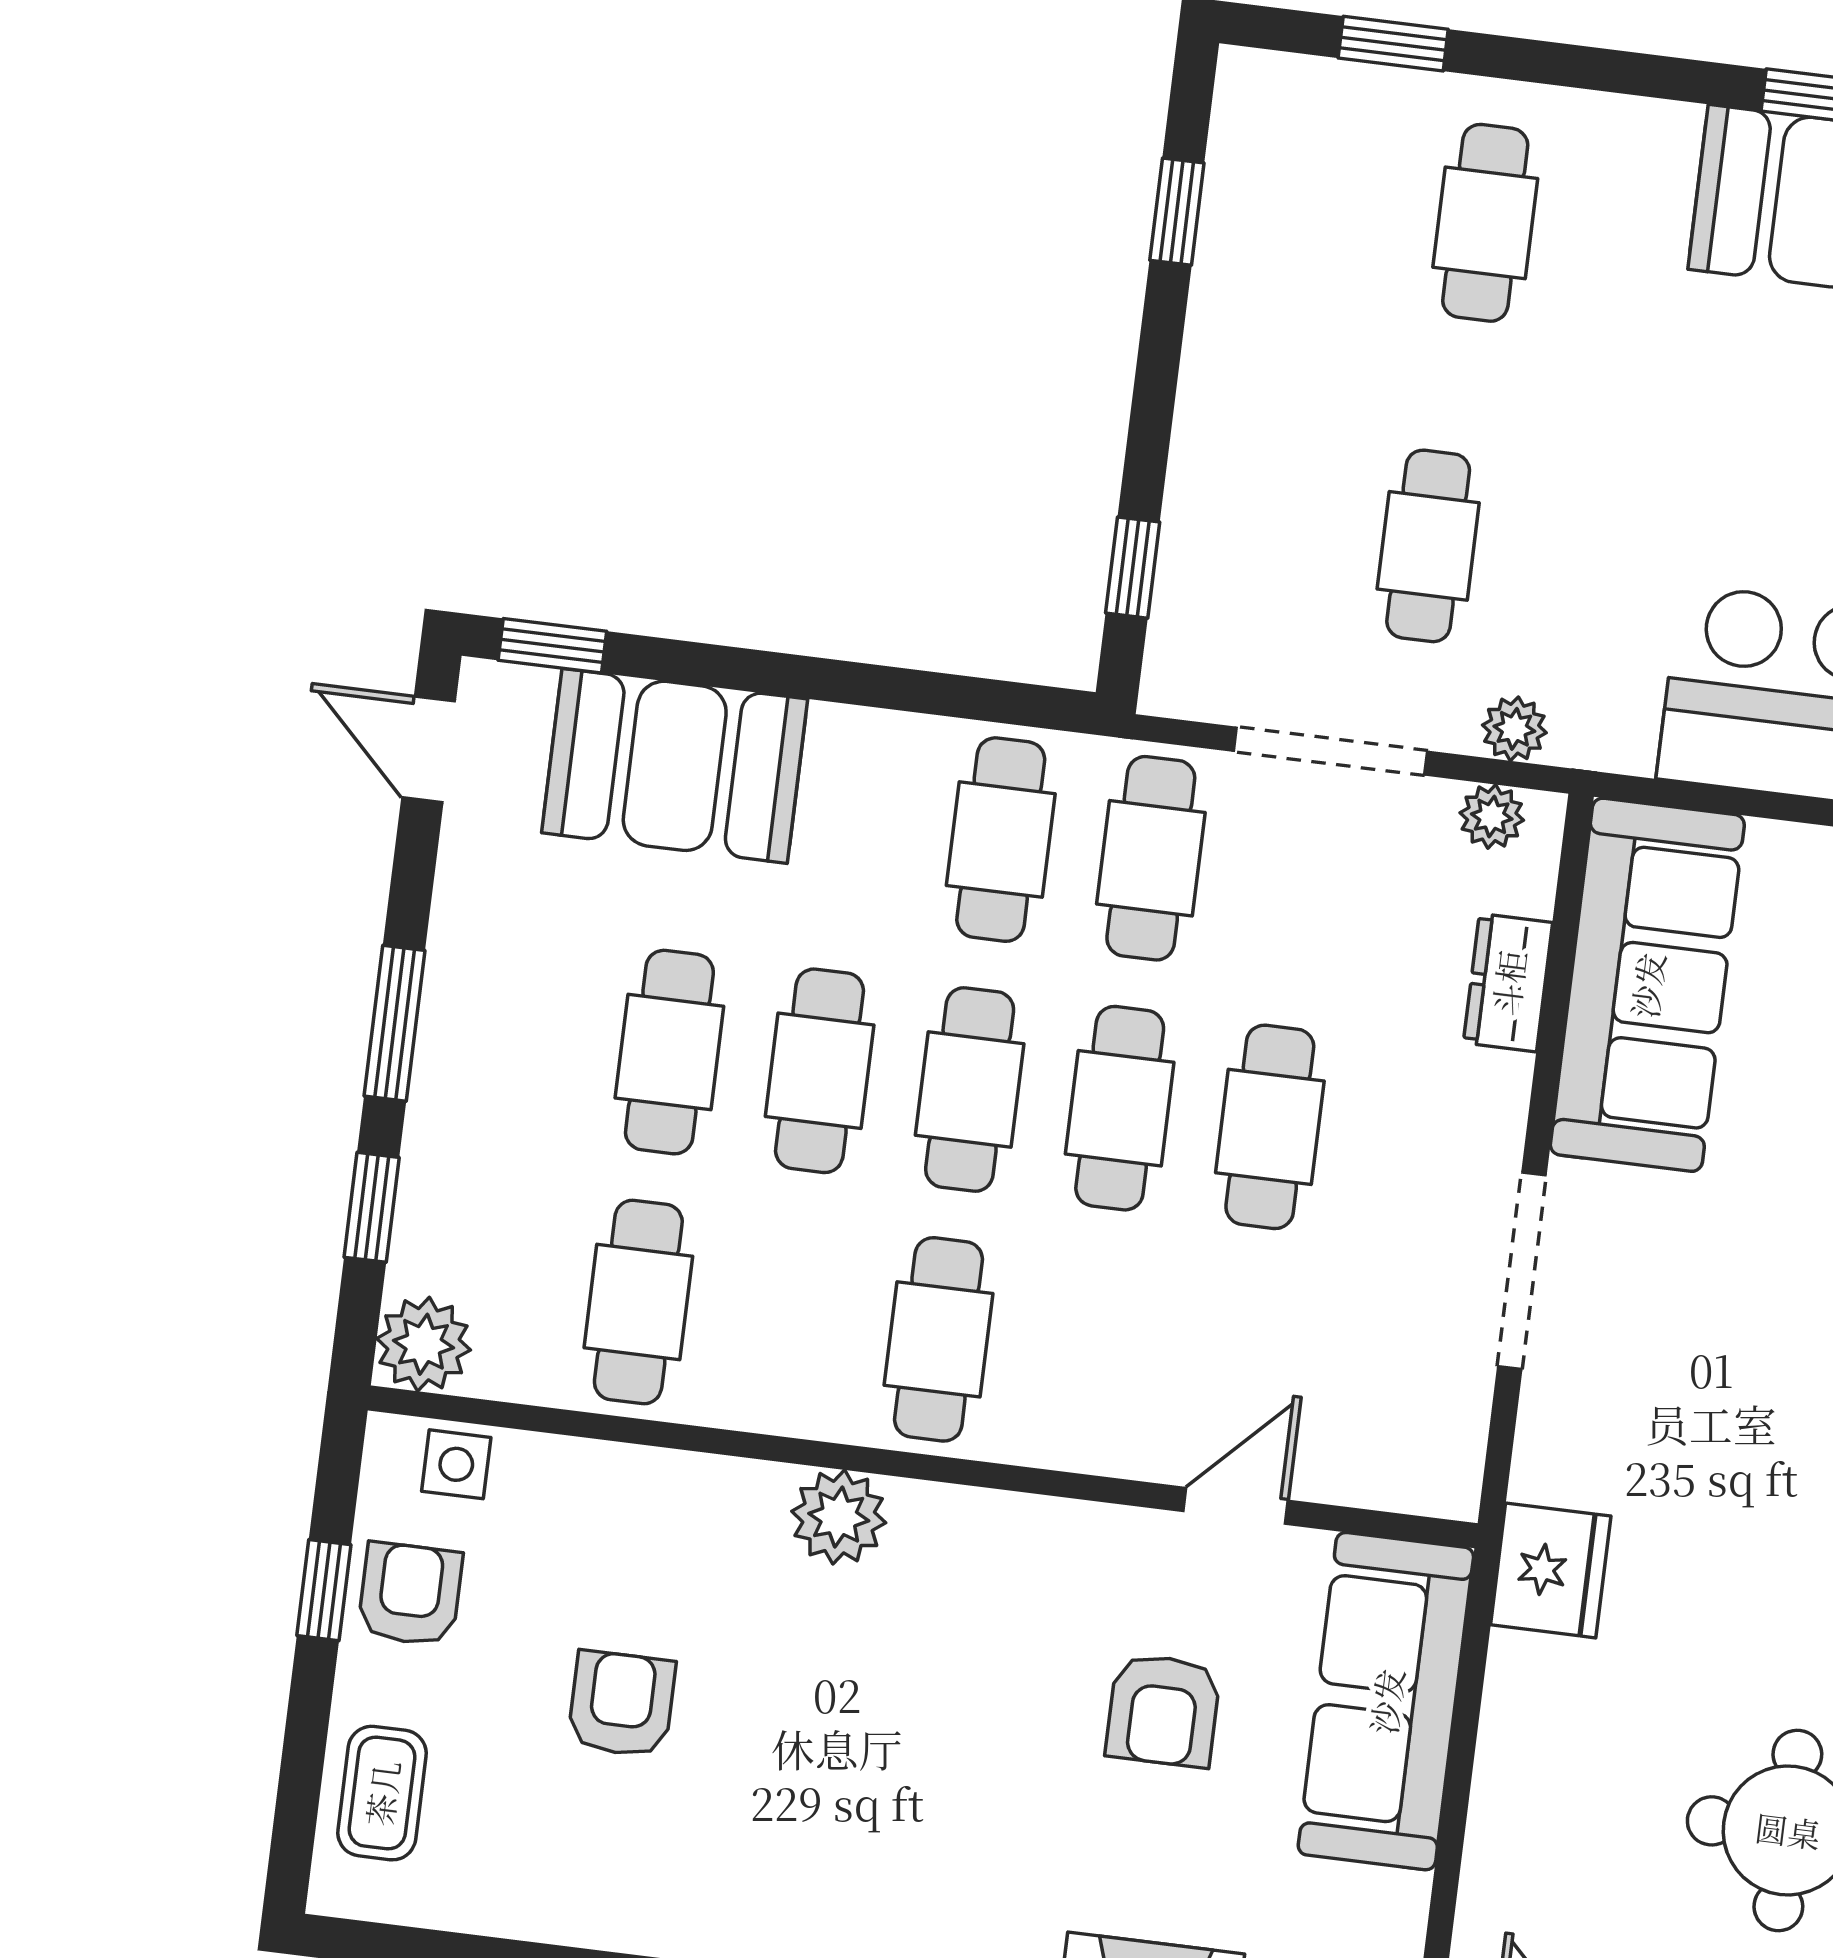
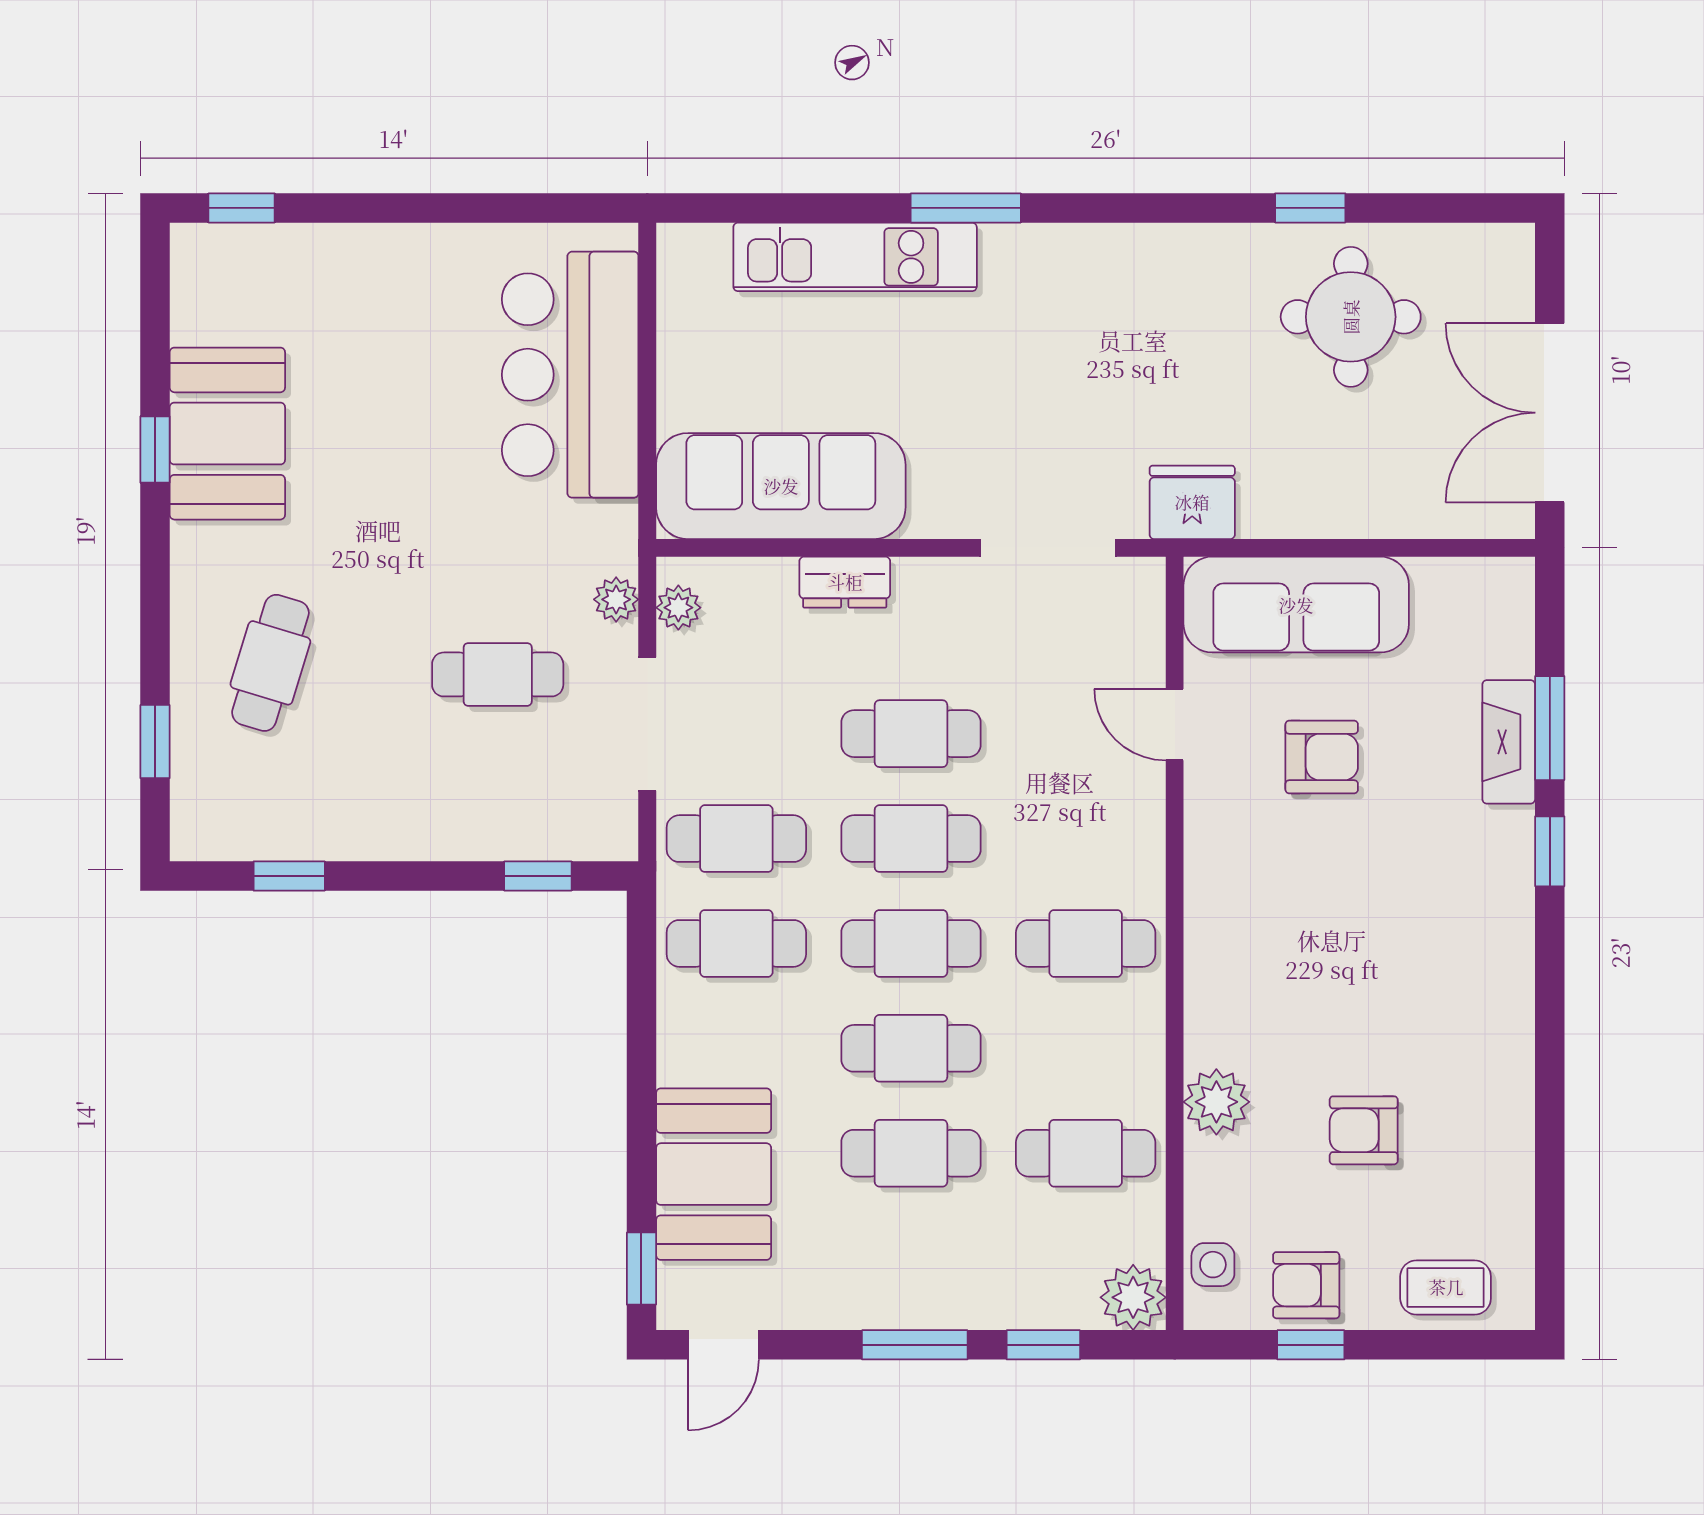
cafe table: (1485, 223) -> (270, 663), turned -73
dresser: (1508, 983) -> (845, 582), moved
doorway: (1522, 1271) -> (1048, 548), moved
plant: (839, 1517) -> (1216, 1102), moved

